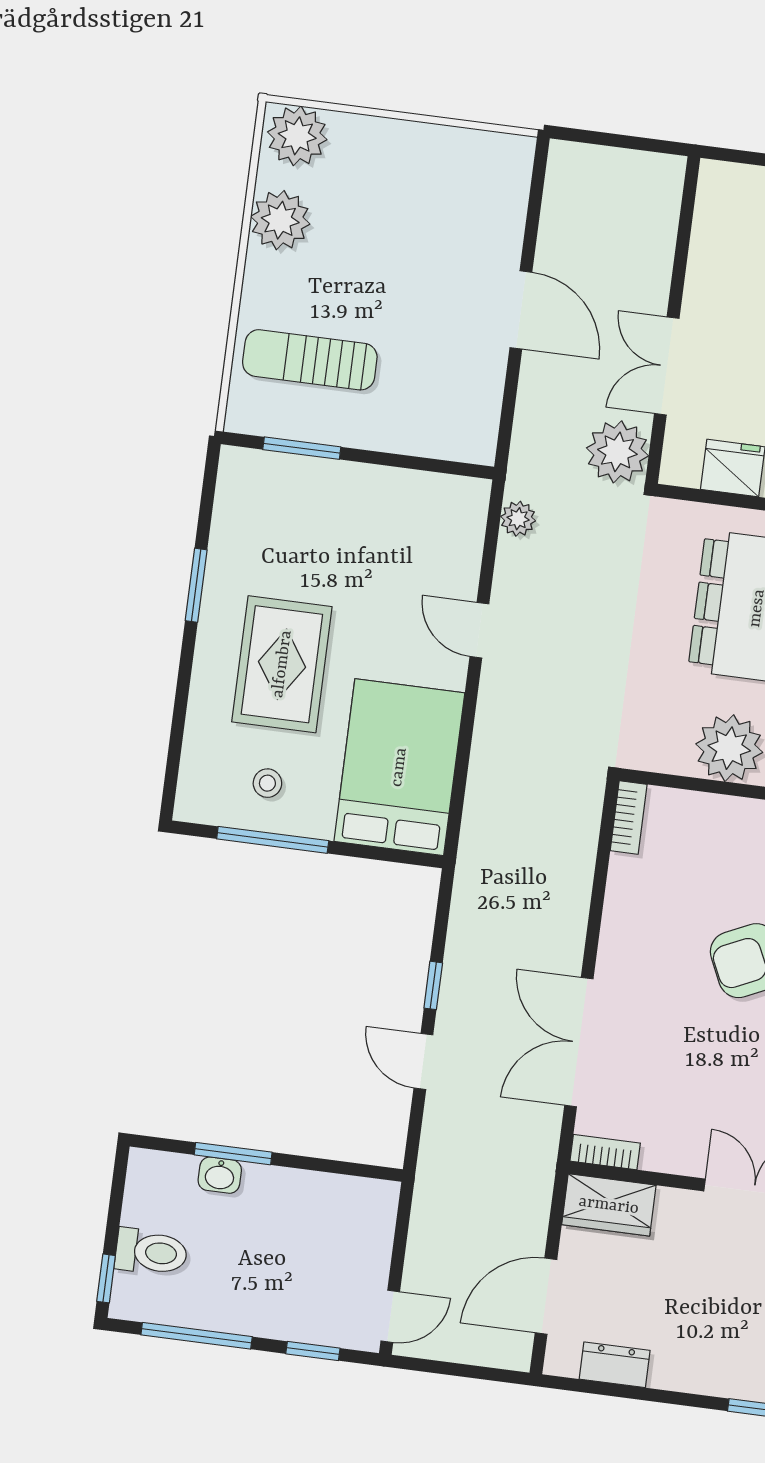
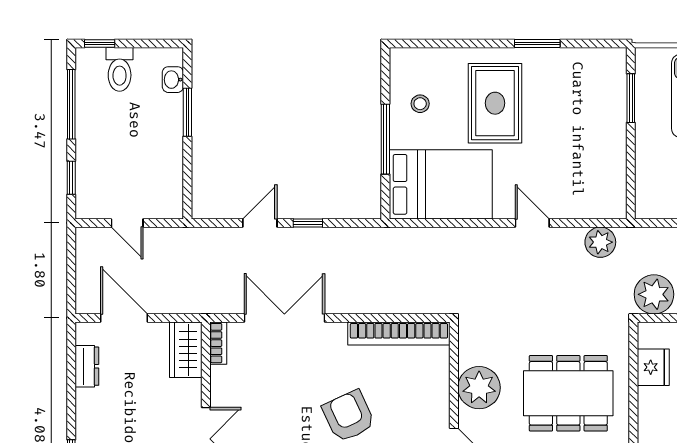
plant: (518, 519) -> (600, 242), width x1.38, depth x1.38
door: (479, 630) -> (532, 223), hinge flipped
rug: (282, 664) -> (495, 103), turned 90
bookcase: (629, 817) -> (399, 334), width x2.31, depth x1.31
window: (273, 840) -> (385, 139), moved
washbasin: (220, 1175) -> (173, 80), moved
door: (390, 1316) -> (127, 223), moved

